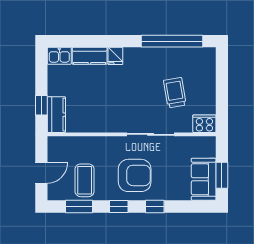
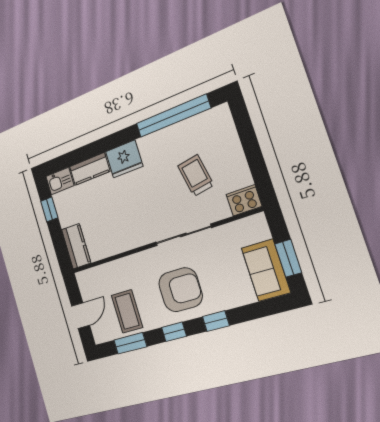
fridge: (115, 56) -> (124, 159), width x1.88, depth x1.34
window: (41, 105) -> (49, 209), moved

